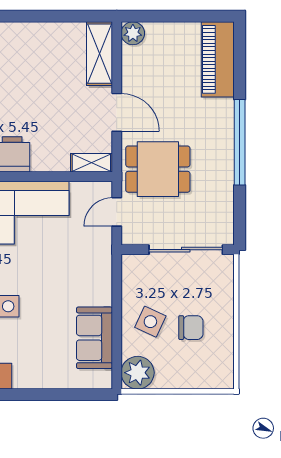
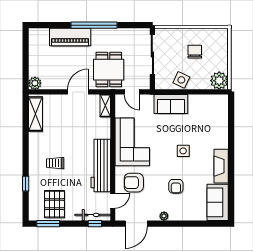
shelving: (100, 54) -> (36, 114), moved, turned 90
piano: (218, 59) -> (70, 37), moved
side table: (150, 322) -> (181, 80), moved
sofa: (94, 338) -> (171, 104), moved

